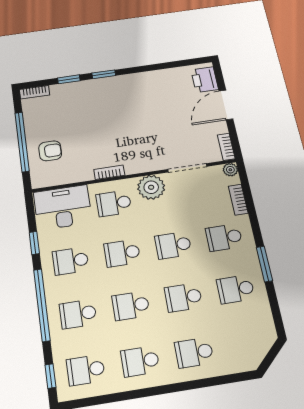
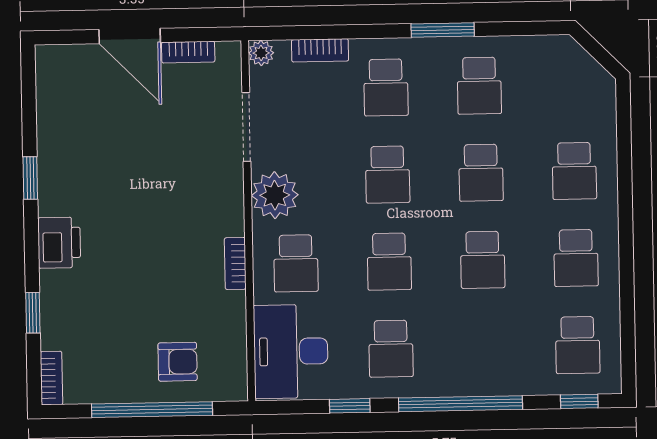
window: (104, 74) -> (30, 178), moved
printer: (205, 80) -> (59, 243), moved, turned -90
bookcase: (226, 147) -> (188, 52), moved
armchair: (50, 151) -> (178, 362), turned 90
school desk: (78, 314) -> (484, 347), removed

